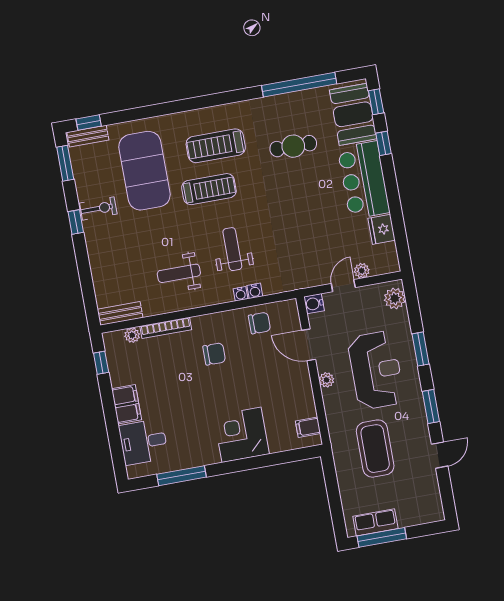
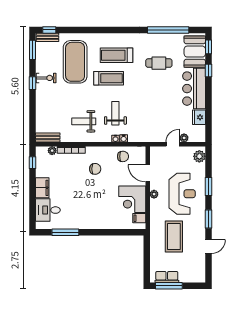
water cooler: (314, 304) -> (155, 151), removed
corner desk: (241, 435) -> (132, 199), moved, turned -90

